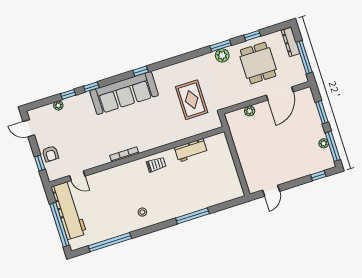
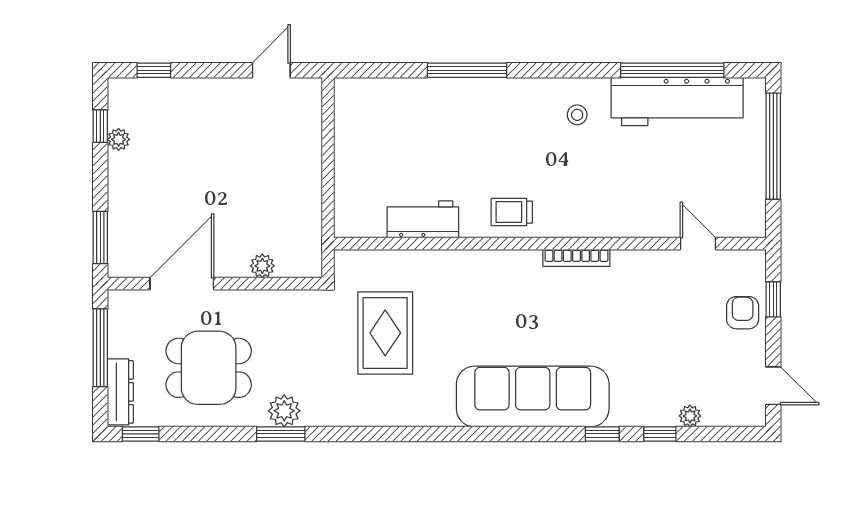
window: (252, 36) -> (141, 434), moved
dining table: (258, 63) -> (209, 368), turned 90
window: (141, 71) -> (480, 434), removed
window: (322, 112) -> (100, 238), moved
window: (333, 146) -> (100, 126), width x0.46
workbench: (69, 210) -> (677, 102), moved, turned -90

